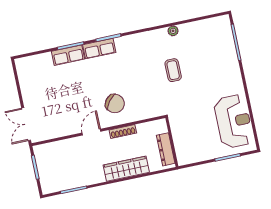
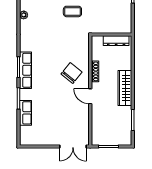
row of seats: (99, 49) -> (25, 70), width x1.48
row of seats: (68, 55) -> (25, 113), moved
coffee table: (173, 70) -> (72, 11), moved
wardrobe: (126, 169) -> (125, 88), moved

